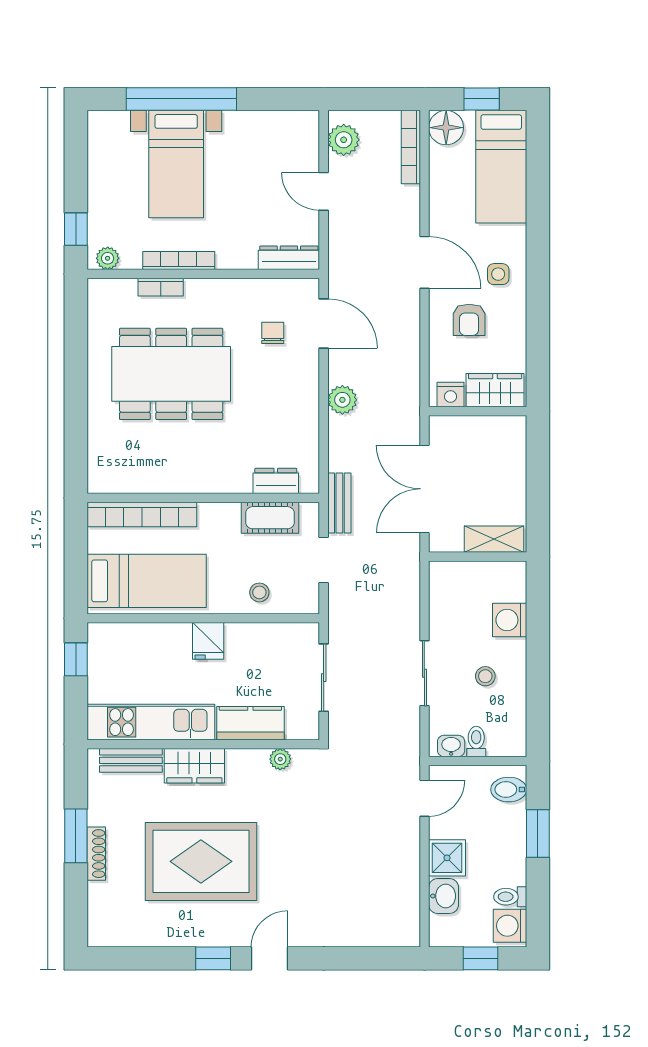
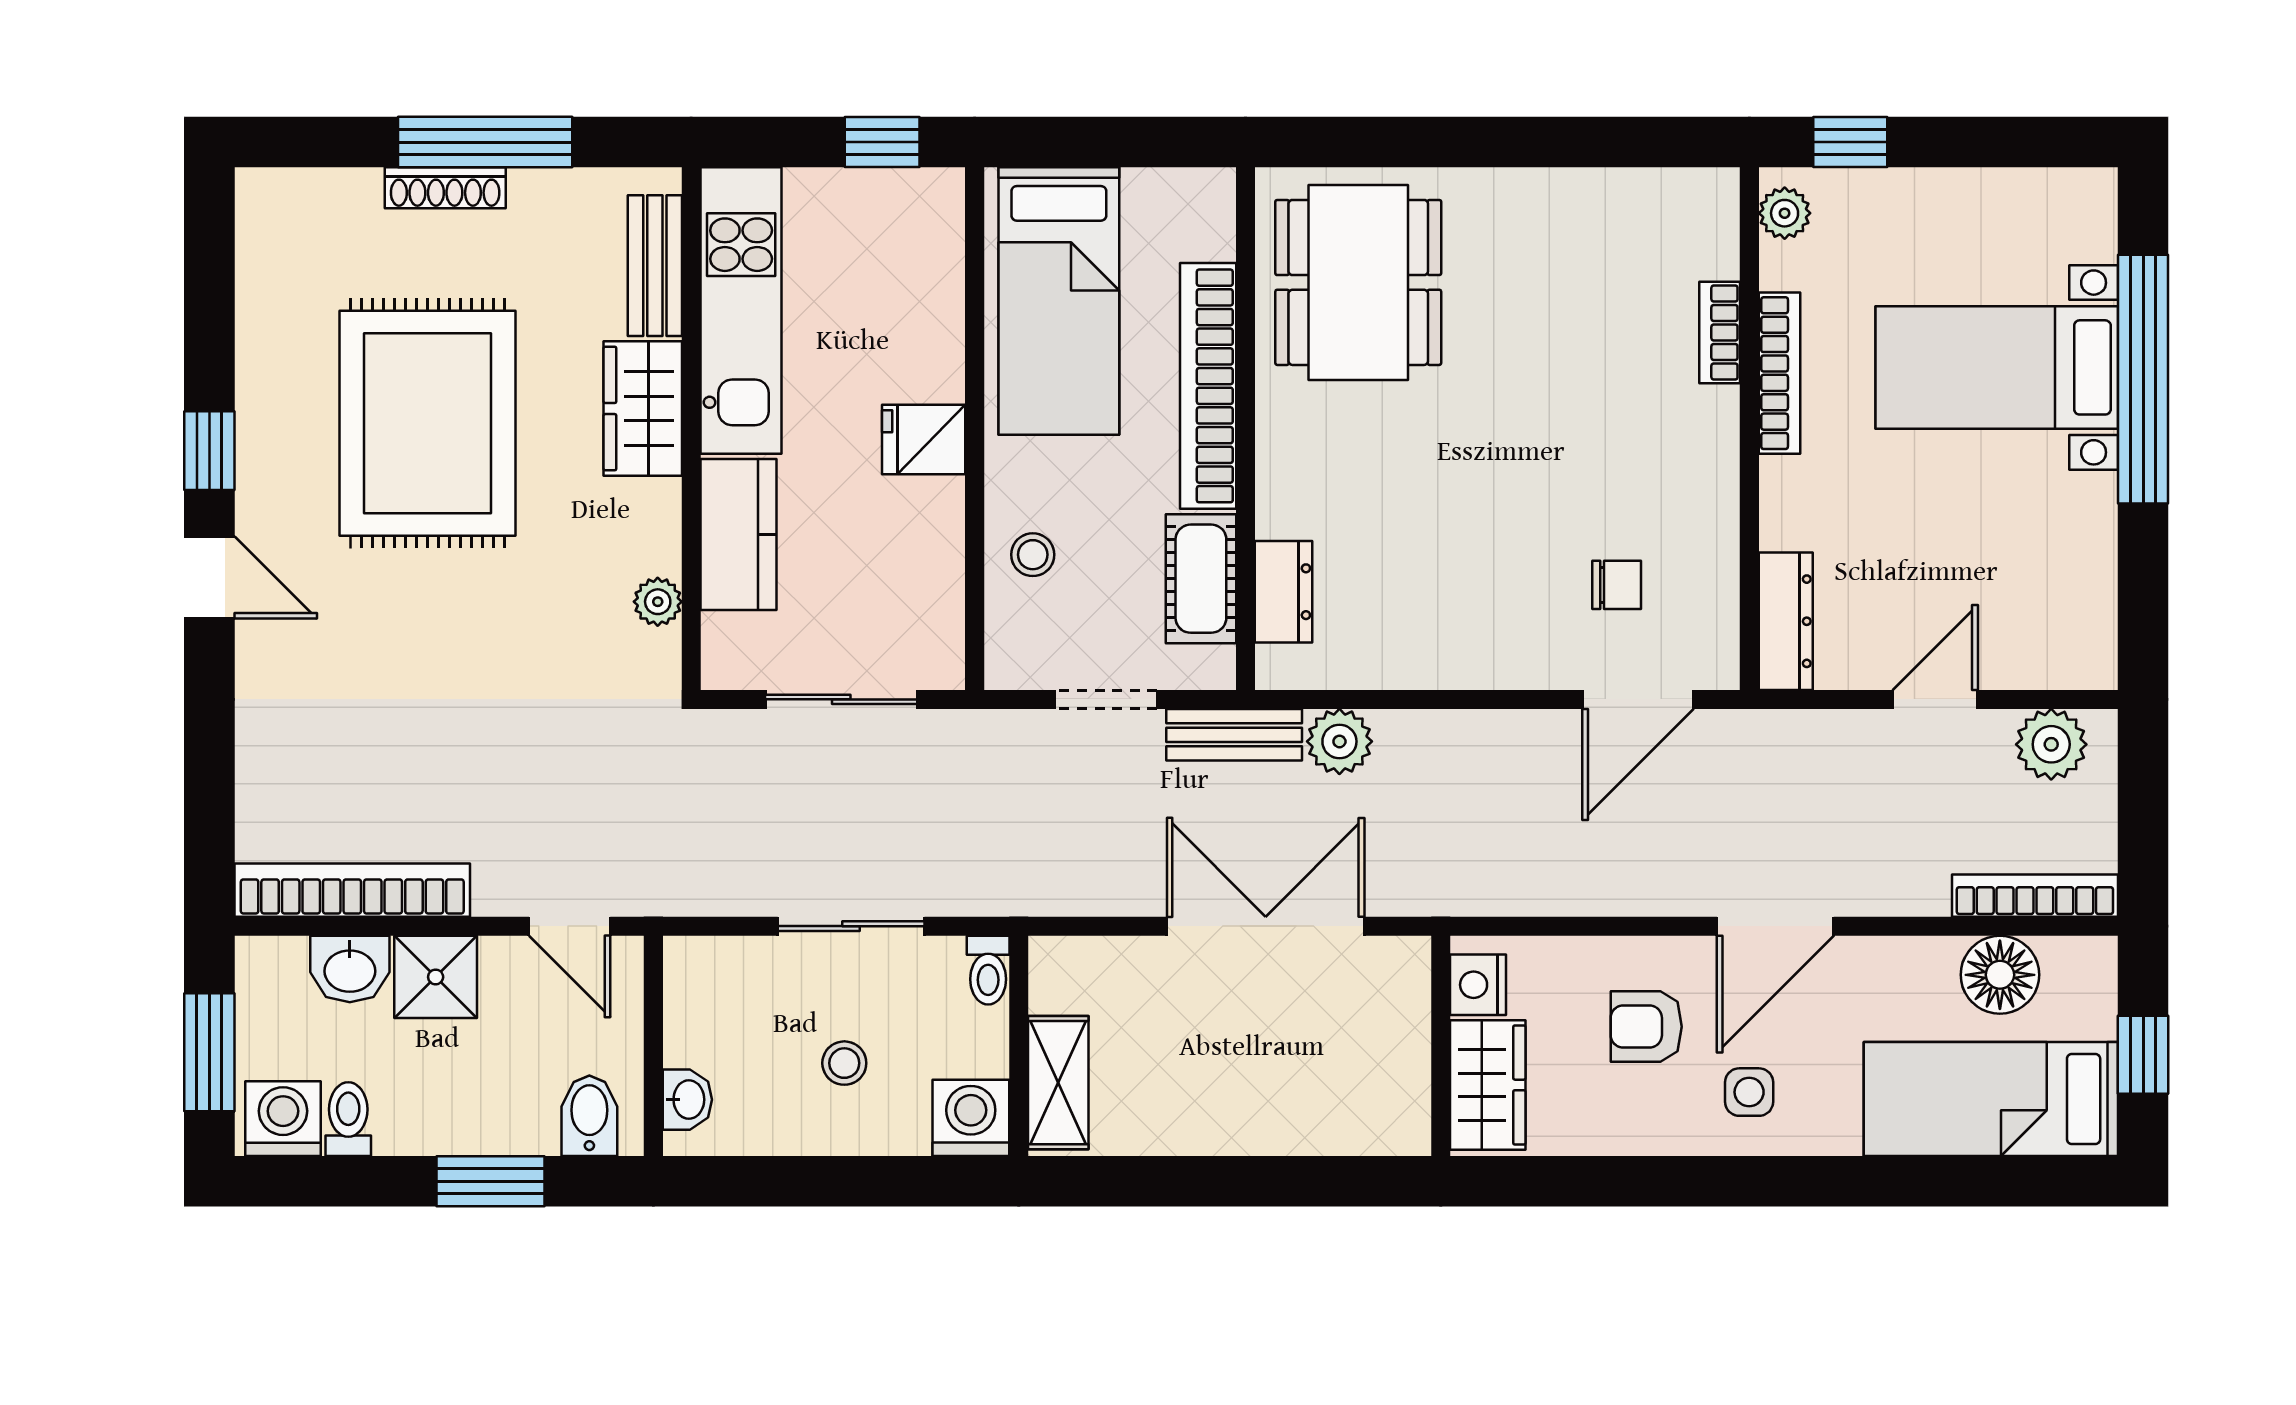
floor lamp: (446, 128) -> (2000, 975), moved
dining table: (171, 374) -> (1358, 282), moved, width x0.73, depth x0.80
plant: (342, 400) -> (1339, 741), moved
bookcase: (142, 515) -> (1208, 386), moved
shelving: (494, 539) -> (1058, 1083), moved
wall: (478, 557) -> (1019, 1046), moved
toilet: (476, 742) -> (988, 970), moved, turned 90
washbasin: (451, 746) -> (687, 1100), moved
window: (76, 836) -> (485, 142), width x1.44
bookcase: (408, 895) -> (352, 890), added
window: (480, 958) -> (209, 1052), width x1.50

